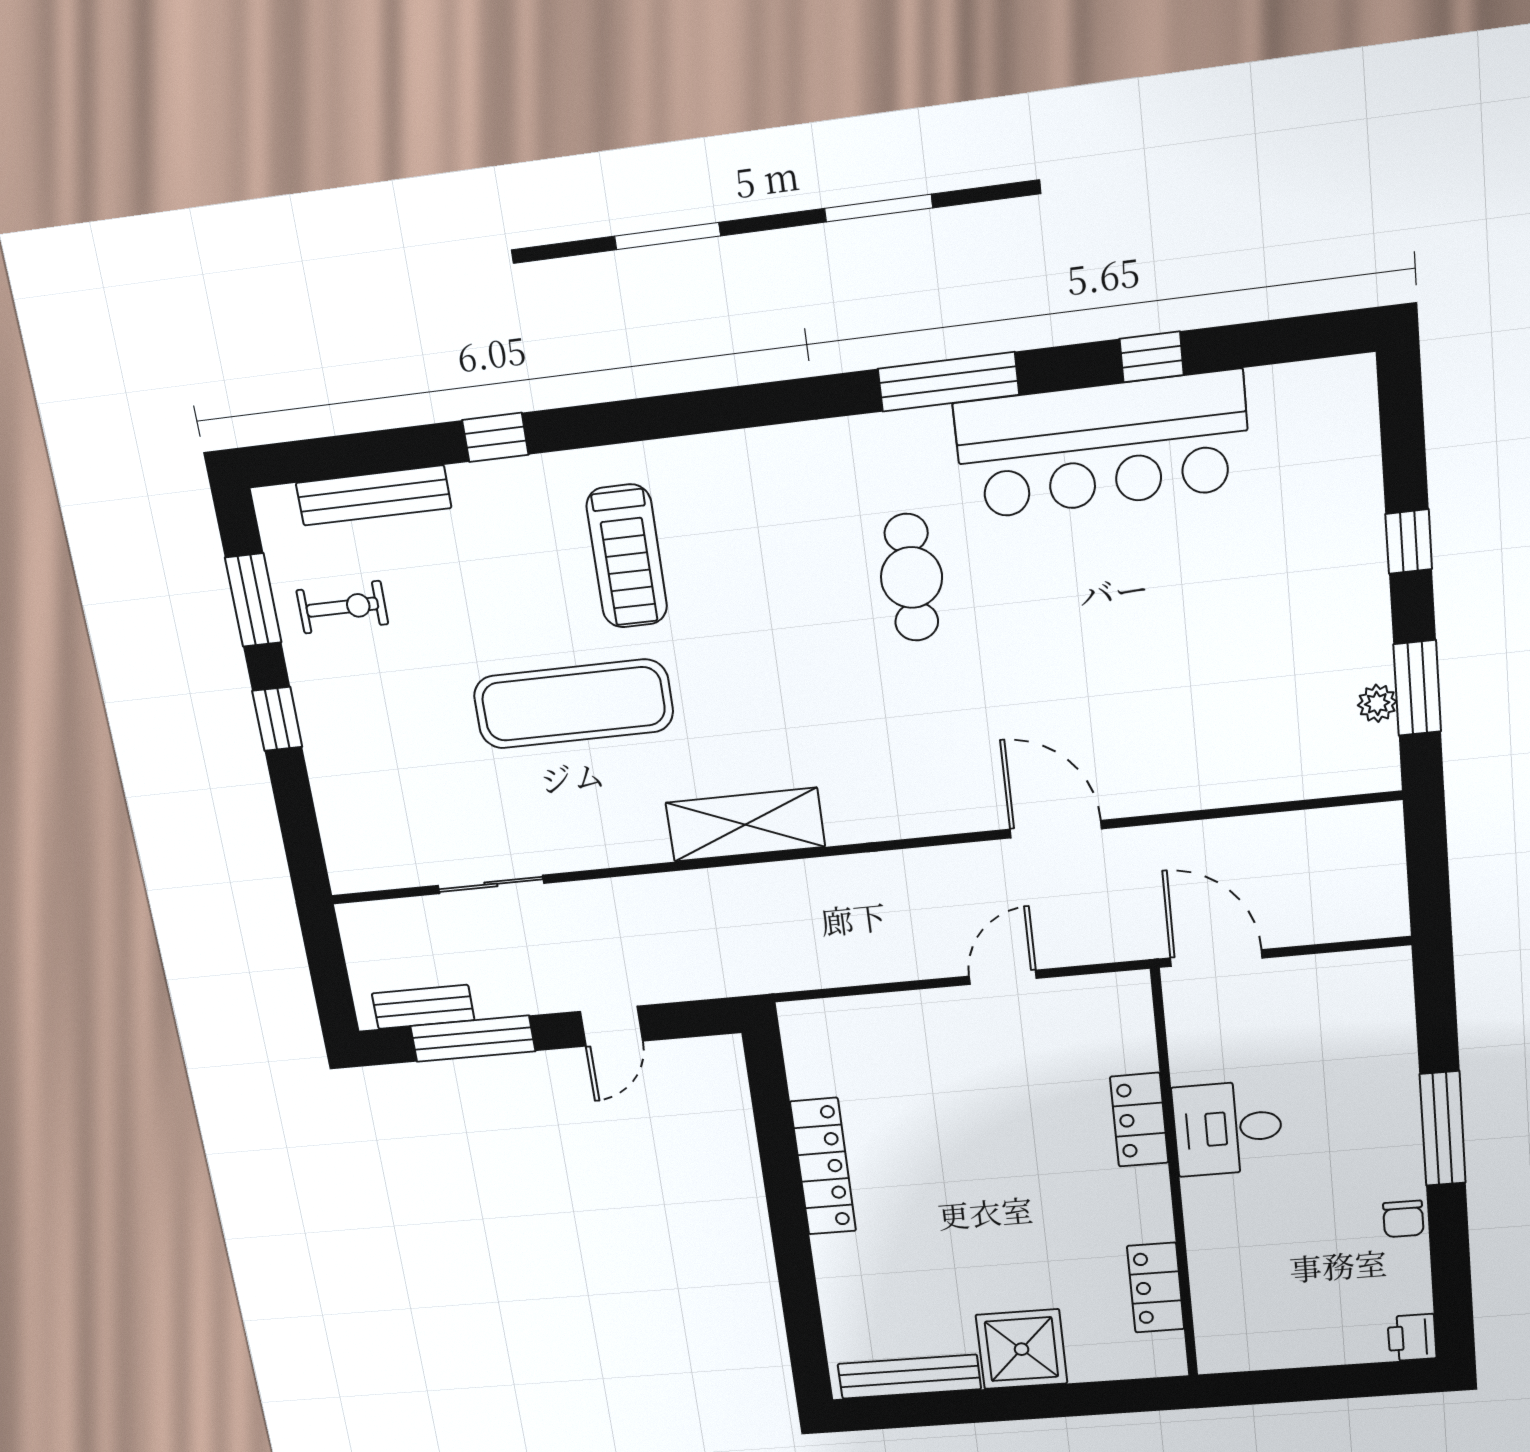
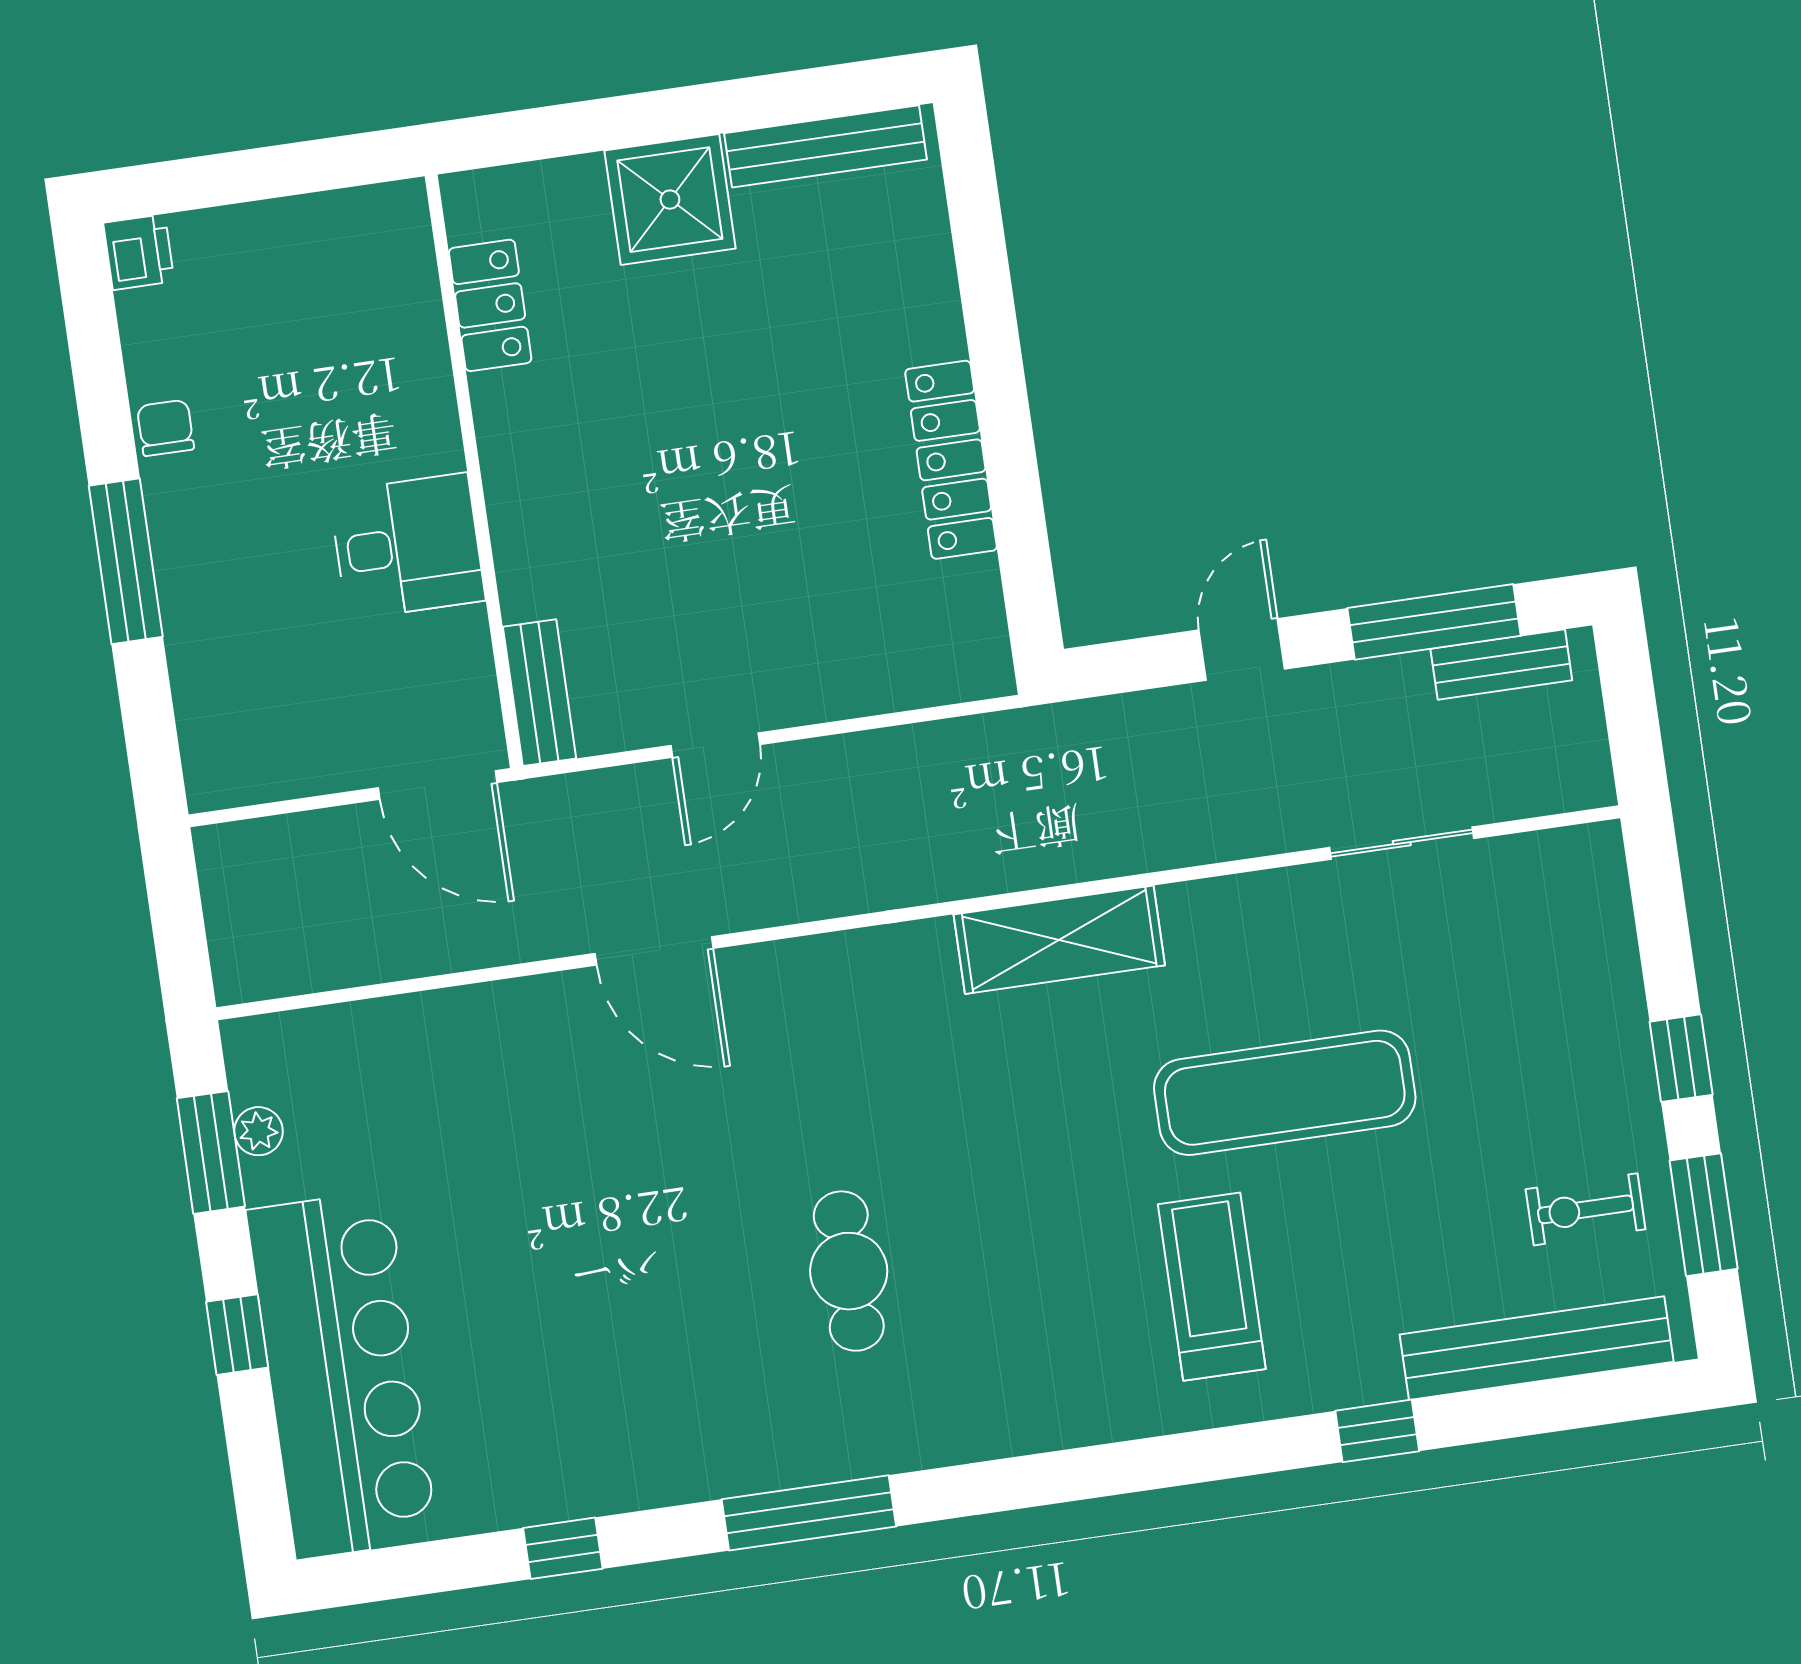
bar counter: (1102, 445) -> (342, 1375), moved, turned 90
bench: (373, 495) -> (1537, 1348), width x1.37, depth x1.21
bench: (1134, 1021) -> (539, 693), added
locker: (1139, 1120) -> (525, 552), removed

